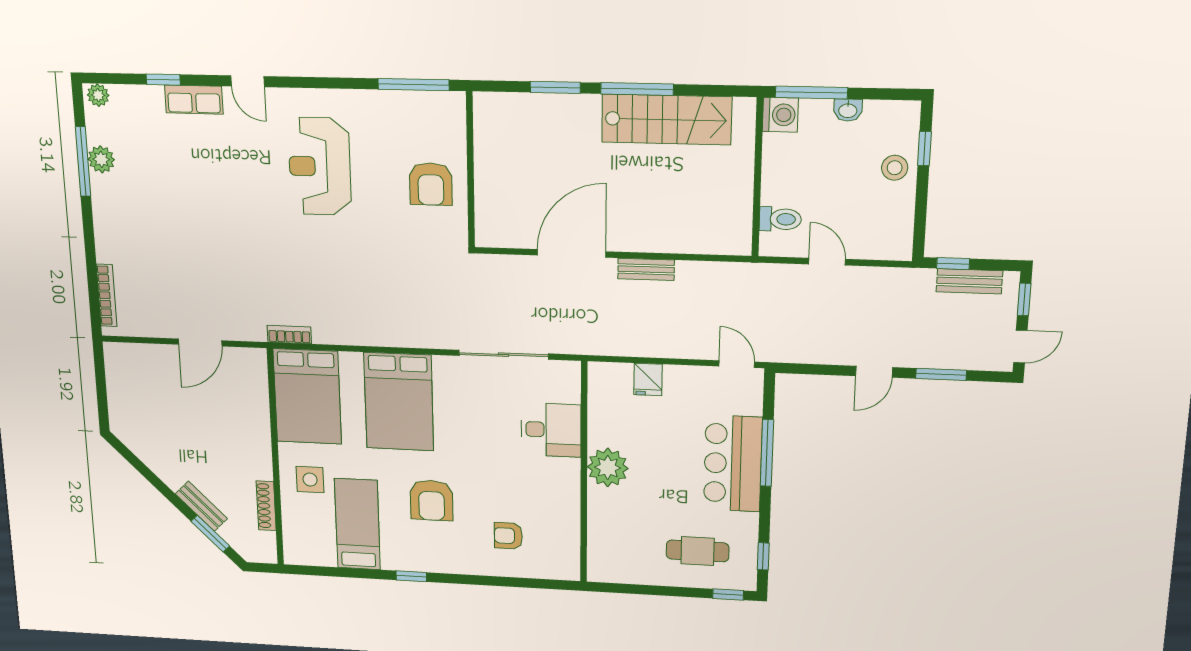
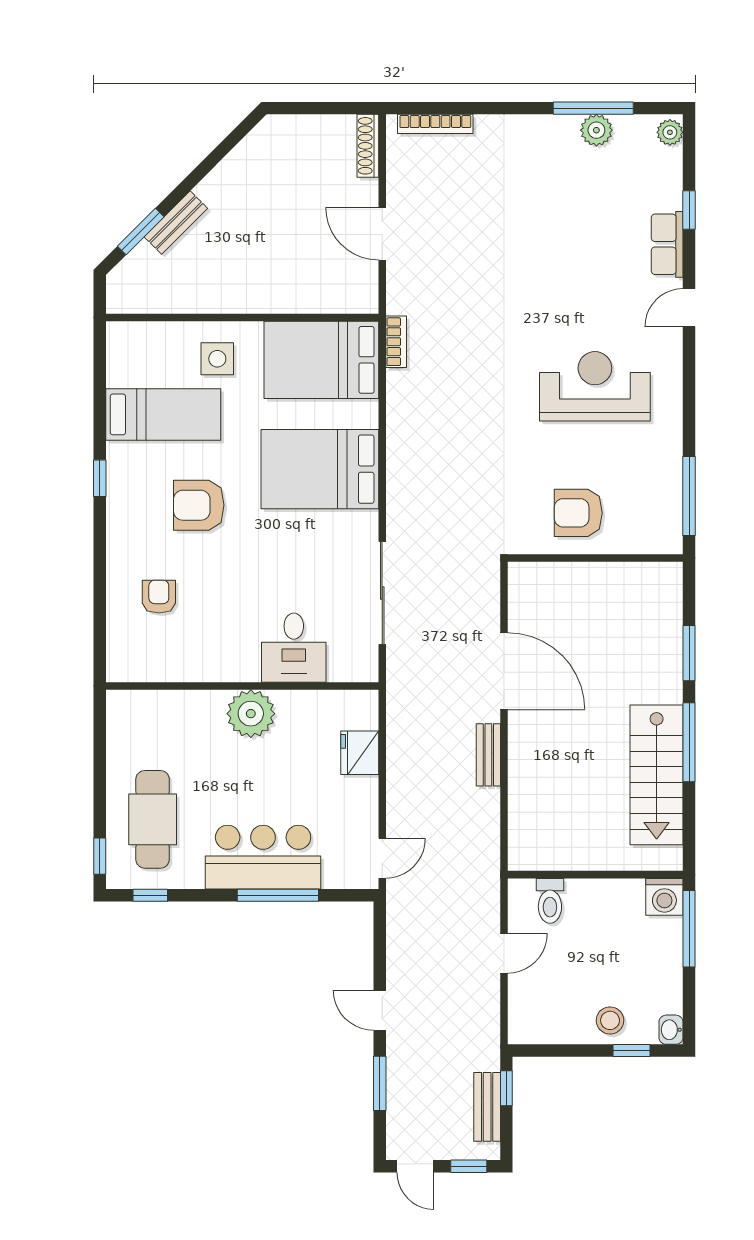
washbasin: (848, 110) -> (671, 1030), moved
fridge: (648, 379) -> (360, 753), width x1.38
shoe rack: (266, 506) -> (368, 146), moved, turned -90
cafe table: (698, 551) -> (153, 819), width x1.37, depth x1.35

